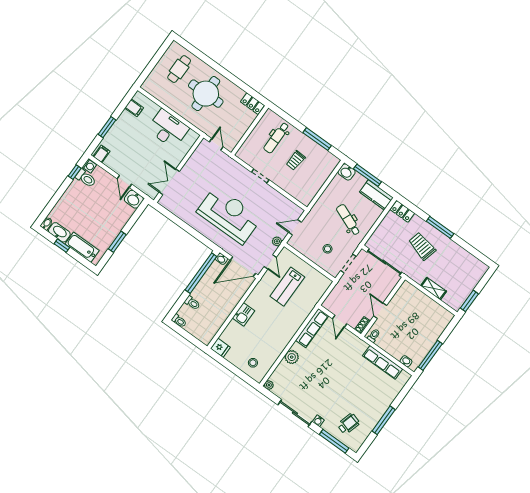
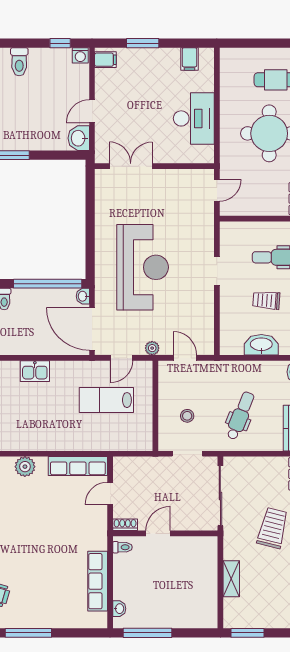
toilet: (86, 178) -> (19, 62), moved
washbasin: (318, 181) -> (261, 345), added

